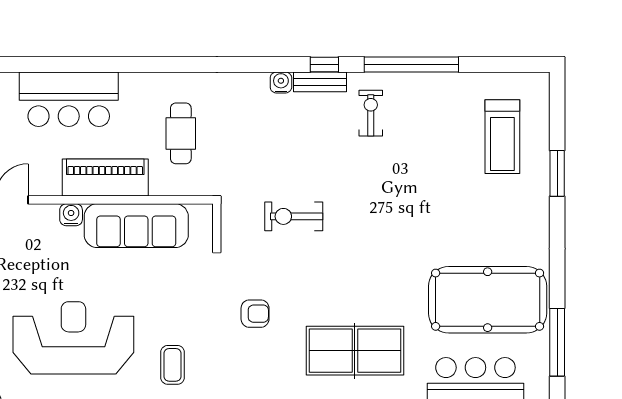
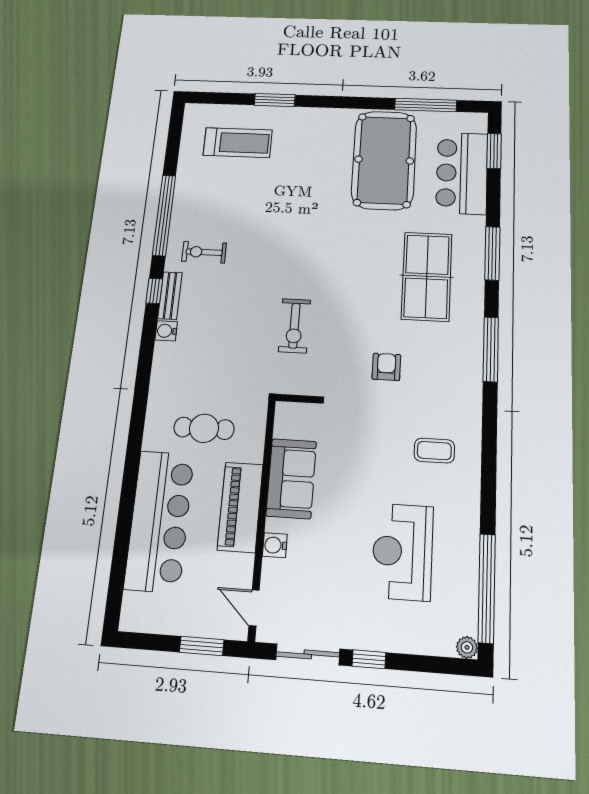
bar counter: (69, 99) -> (159, 521), width x1.36
sofa: (136, 226) -> (291, 478), width x0.73
reception desk: (73, 338) -> (402, 552), width x0.74, depth x0.77

